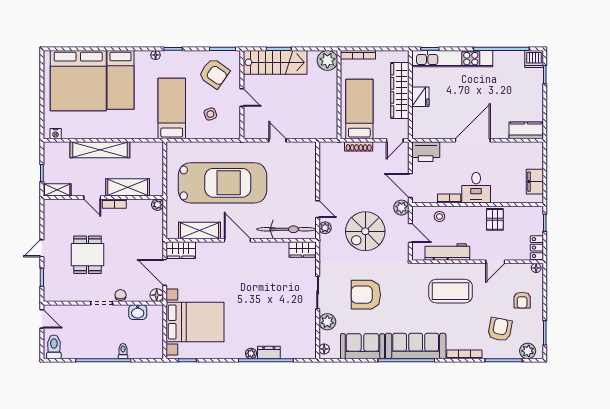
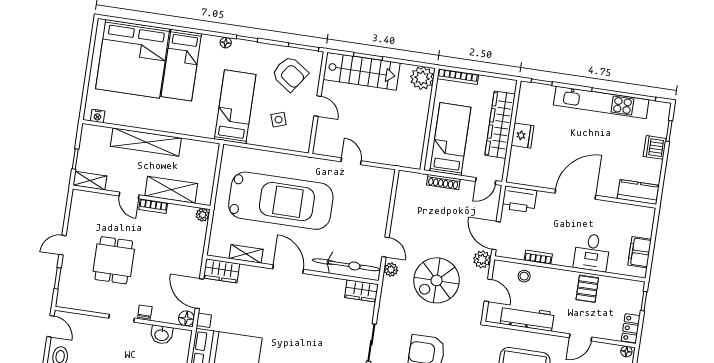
kitchen unit: (452, 59) -> (601, 102), moved
dishwasher: (534, 59) -> (655, 147), moved, turned 90
desk: (476, 188) -> (592, 252), moved
shelving: (200, 231) -> (246, 254), width x0.67, depth x0.75

